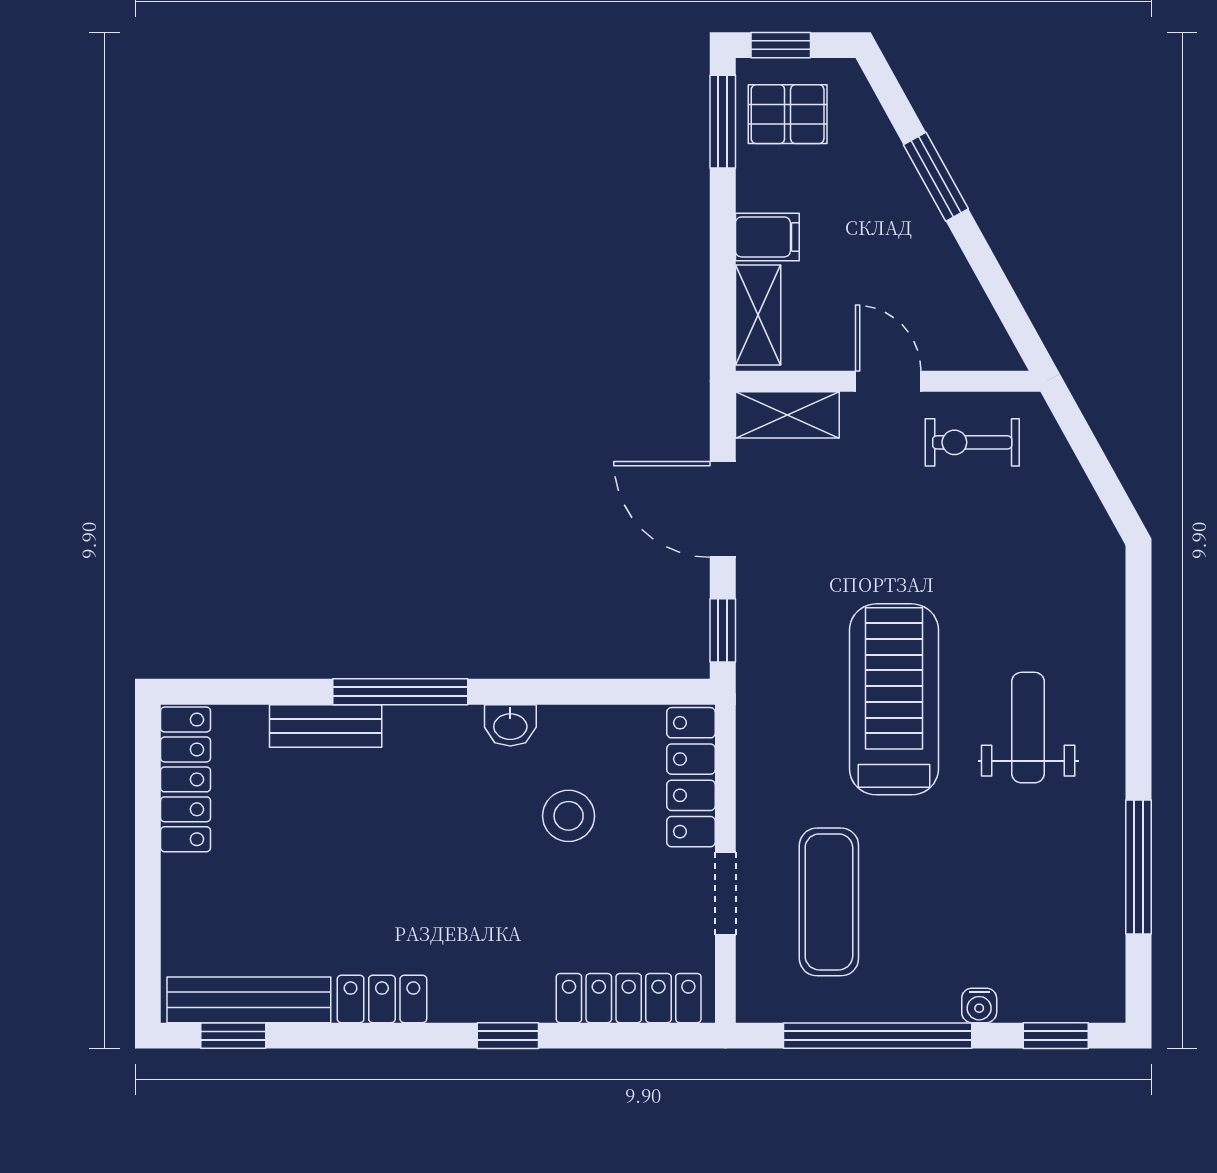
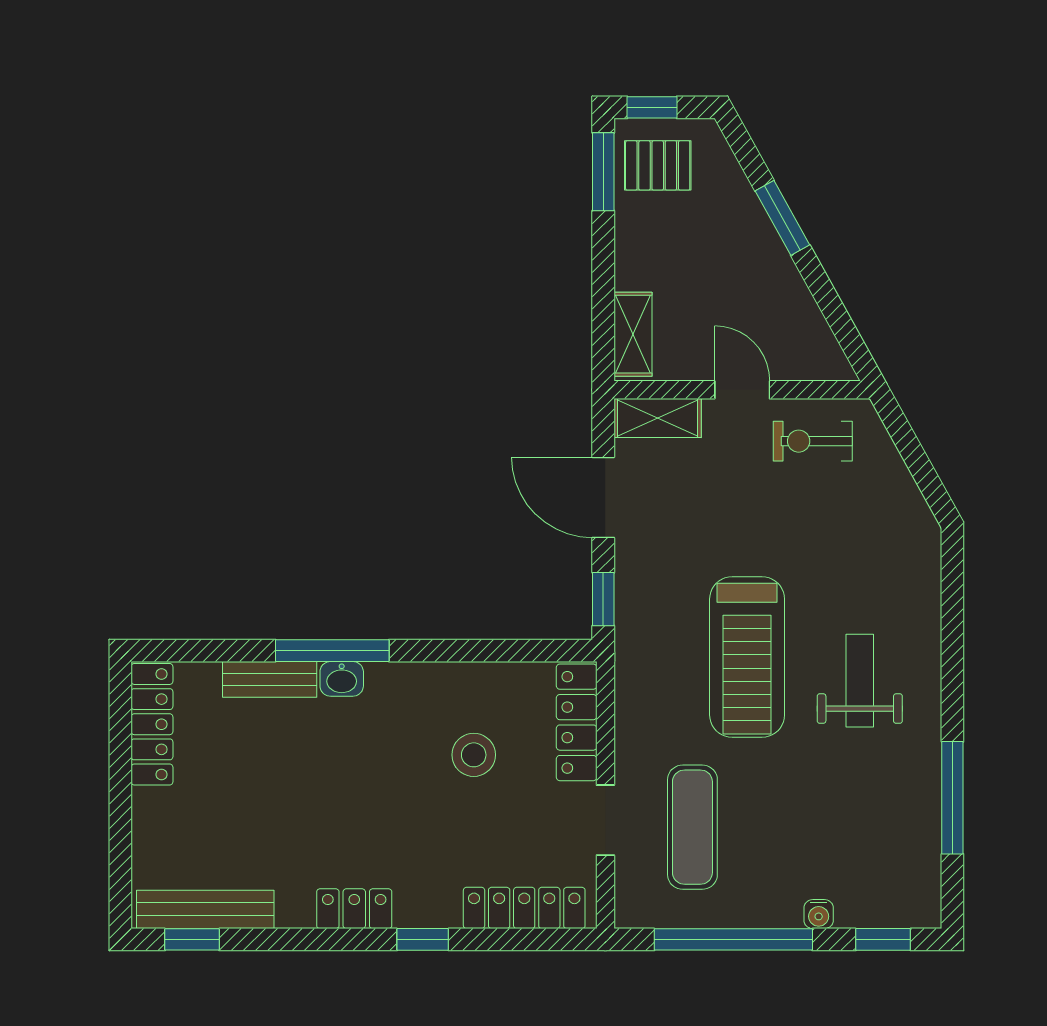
filing cabinet: (767, 237) -> (641, 269), removed
treadmill: (894, 699) -> (747, 657), turned 180
washbasin: (510, 725) -> (342, 679), moved
locker: (382, 999) -> (354, 909), moved

